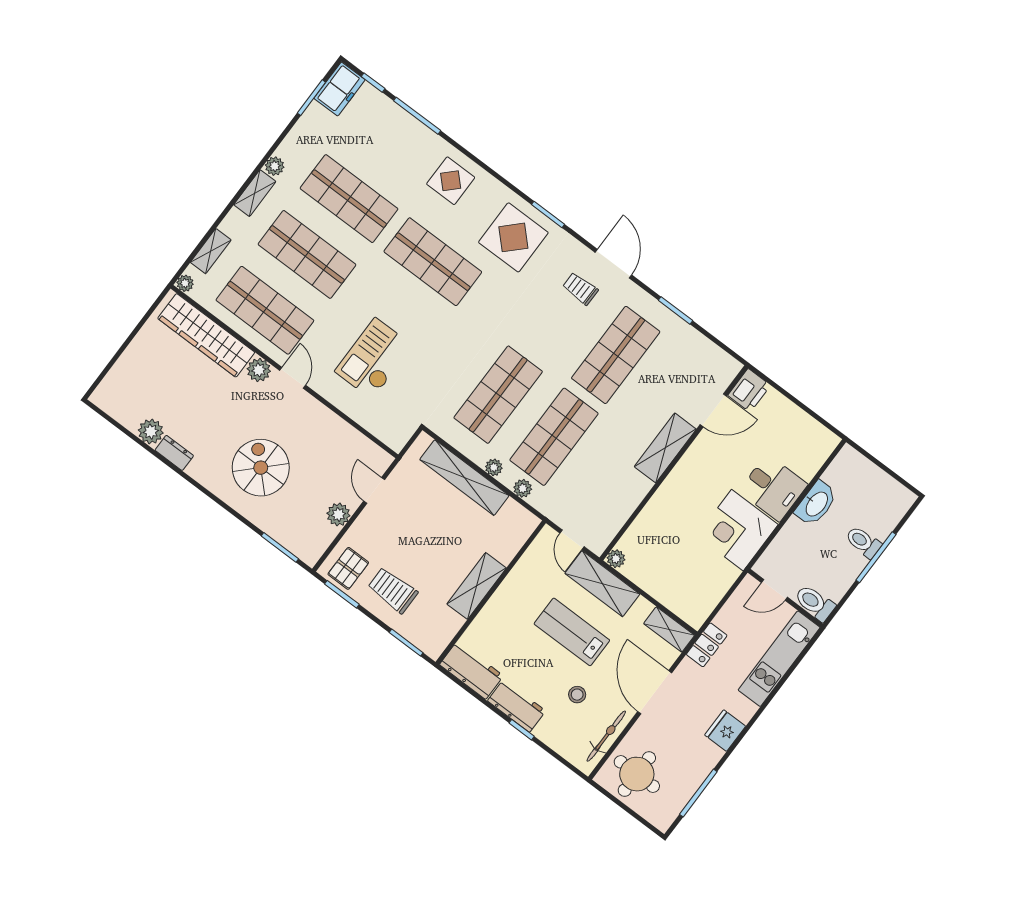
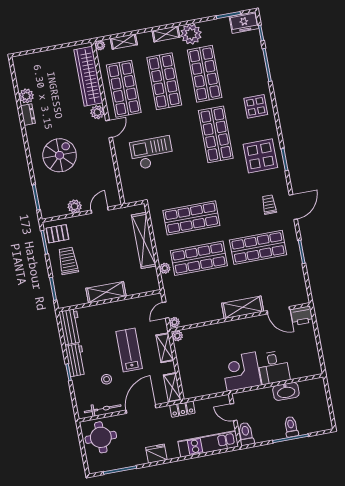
plant: (275, 166) -> (191, 34), width x1.87, depth x1.87
plant: (494, 467) -> (174, 322), moved
shelving: (602, 584) -> (165, 348), width x0.67, depth x0.75

